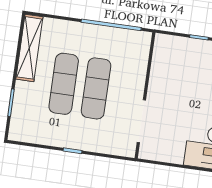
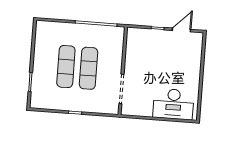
shelving: (29, 48) -> (40, 43), removed

